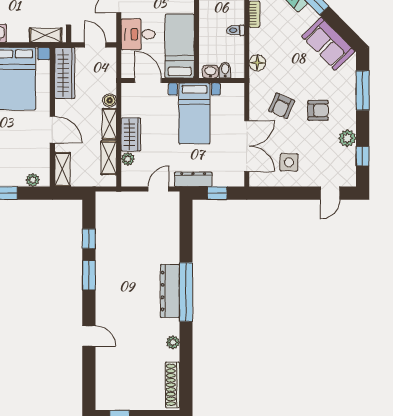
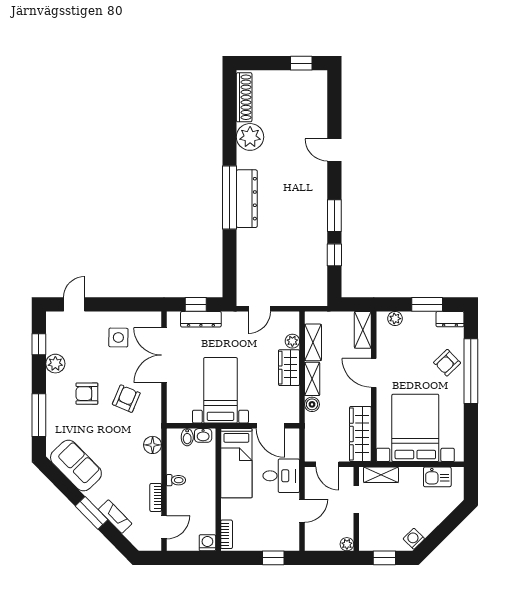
dresser: (193, 179) -> (201, 319), moved
plant: (173, 342) -> (250, 137), width x1.88, depth x1.88

